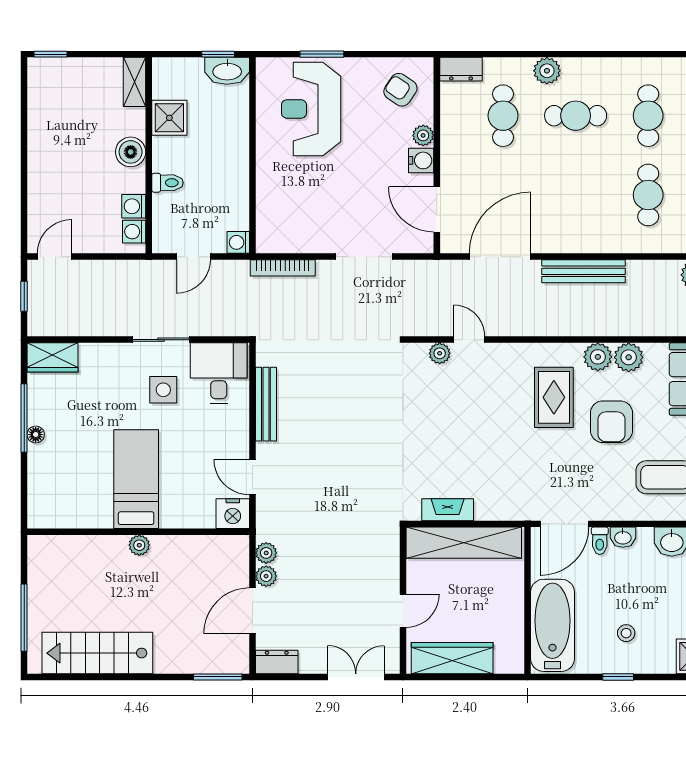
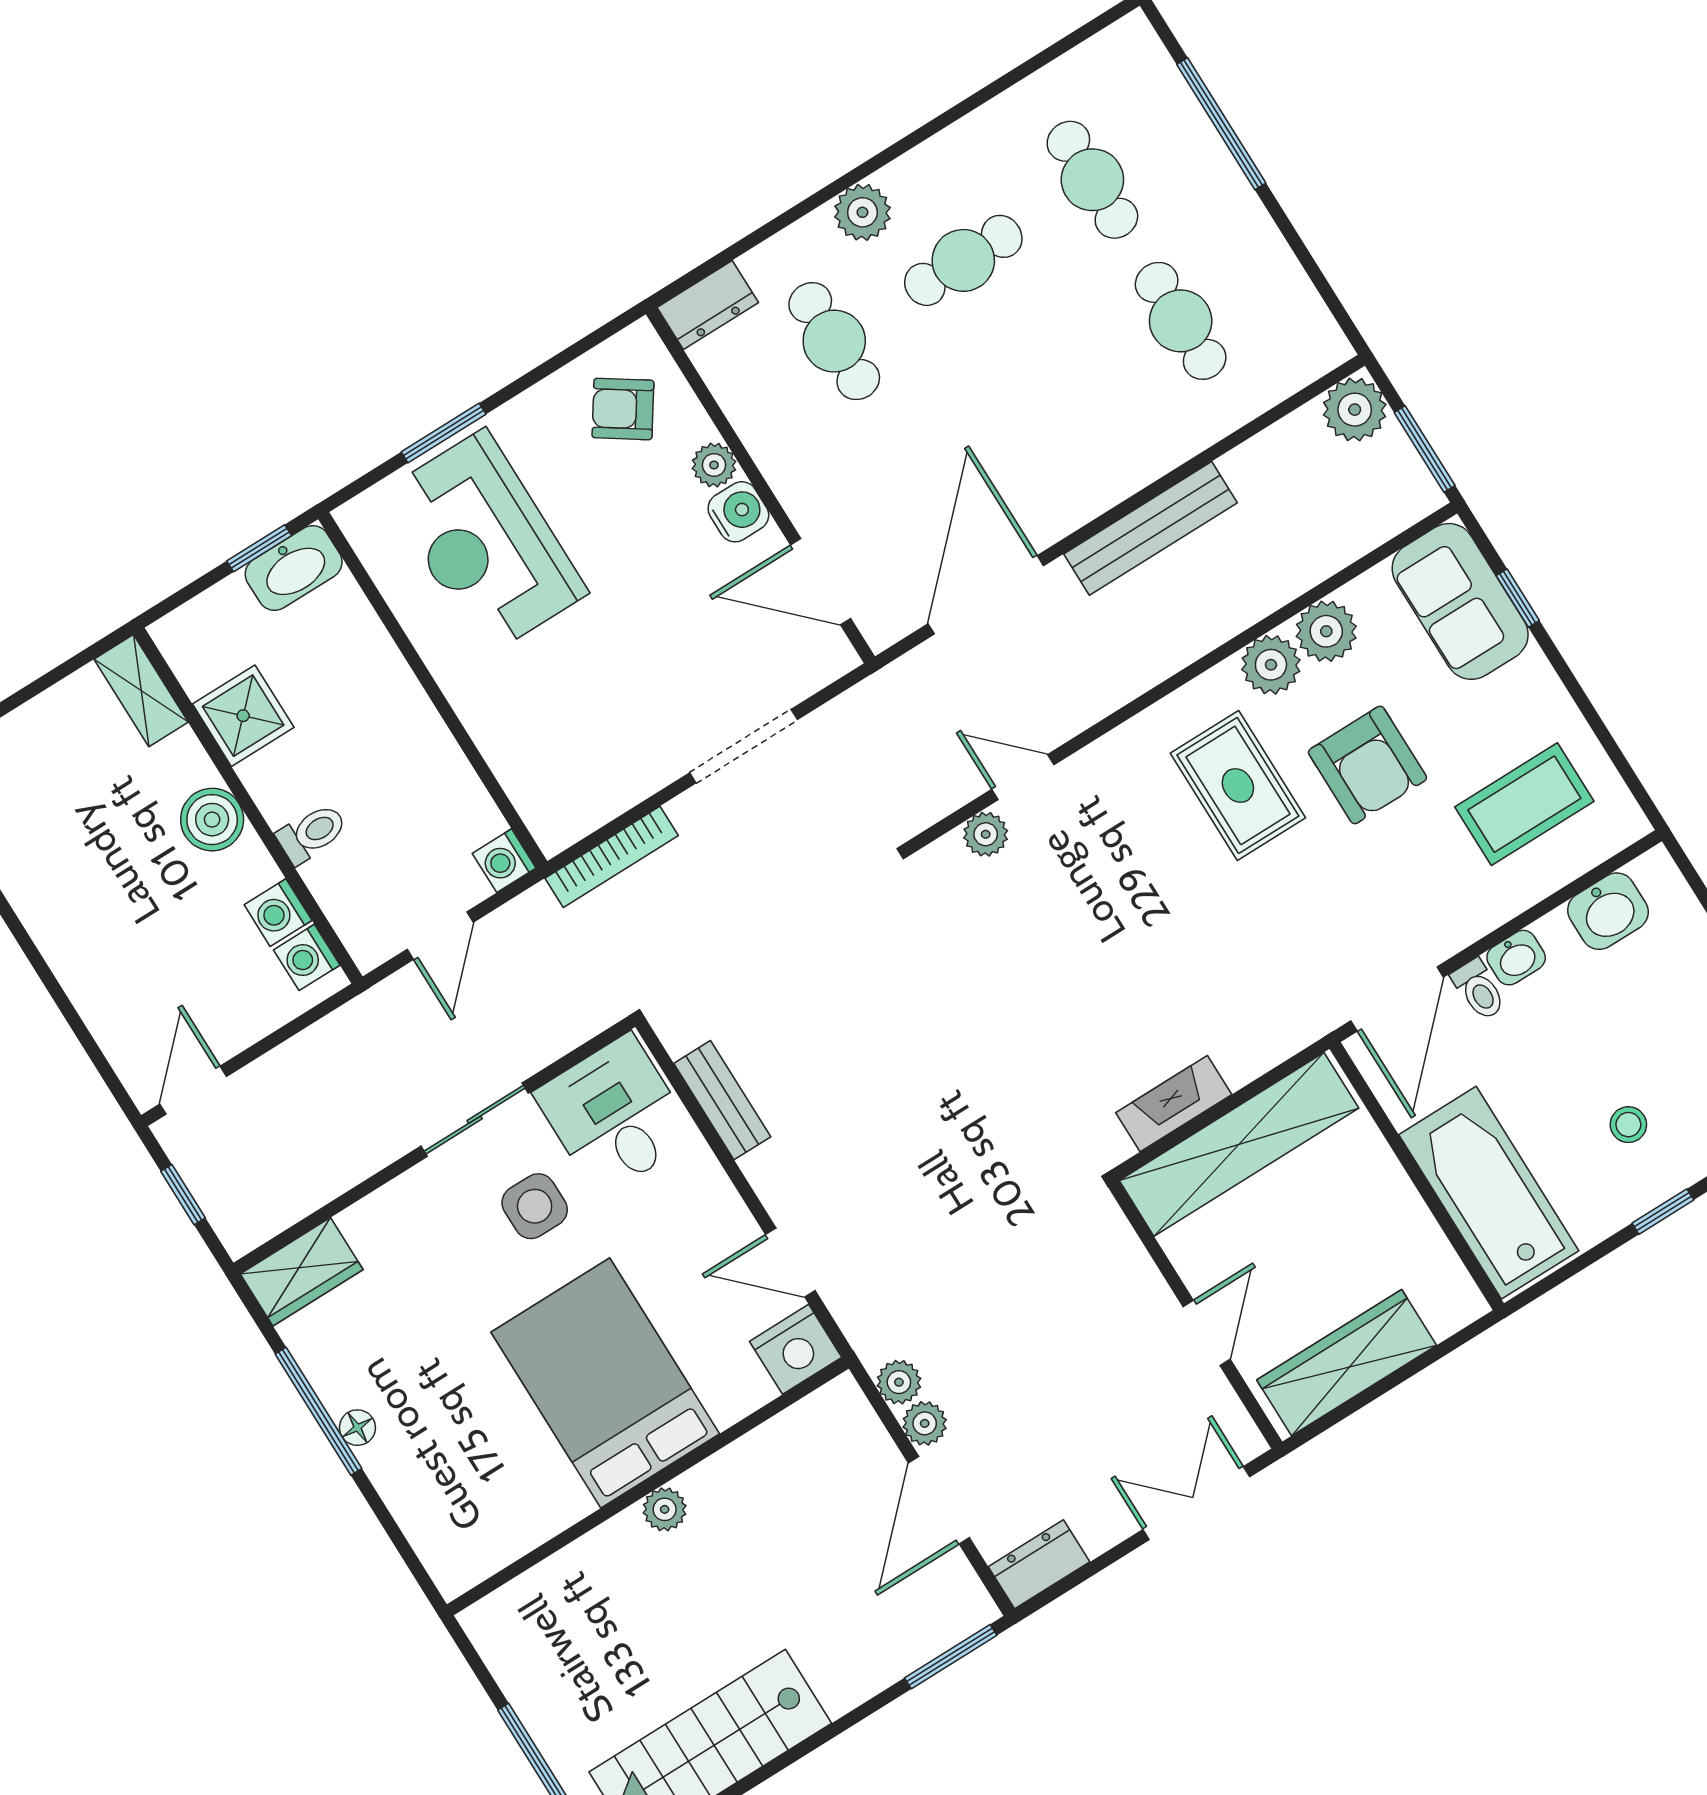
bench: (266, 404) -> (722, 1100), width x0.73
bed: (136, 479) -> (605, 1383), width x1.50

